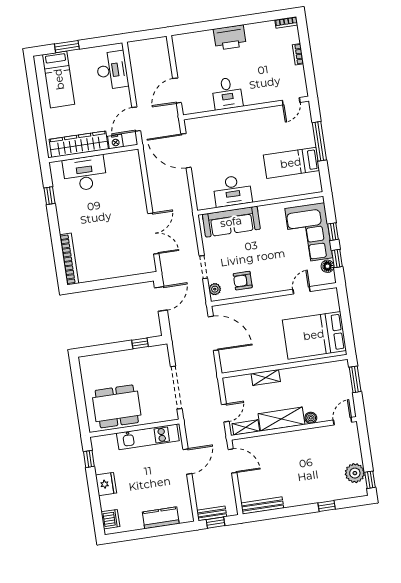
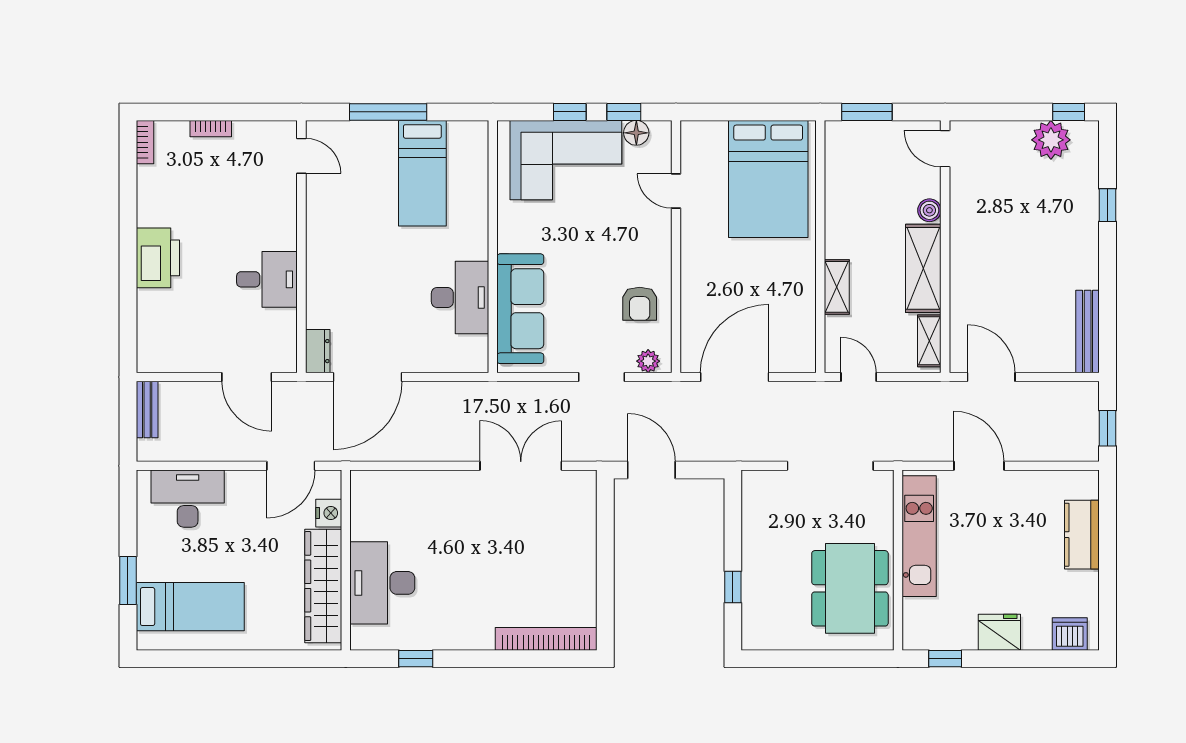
door: (136, 119) -> (291, 466), hinge flipped
dresser: (195, 124) -> (318, 351), added
window: (140, 343) -> (733, 587), moved
door: (225, 413) -> (859, 377), moved
door: (232, 461) -> (991, 377), hinge flipped
bench: (212, 513) -> (147, 410), moved

